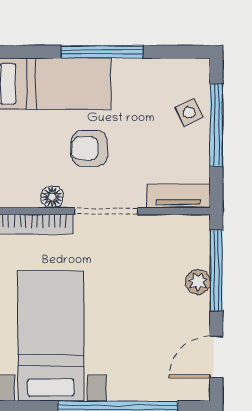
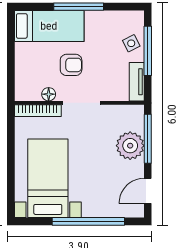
armchair: (89, 148) -> (71, 65), turned 180
tv unit: (178, 196) -> (137, 82), moved, turned -90
plant: (198, 282) -> (130, 146), width x1.87, depth x1.87

